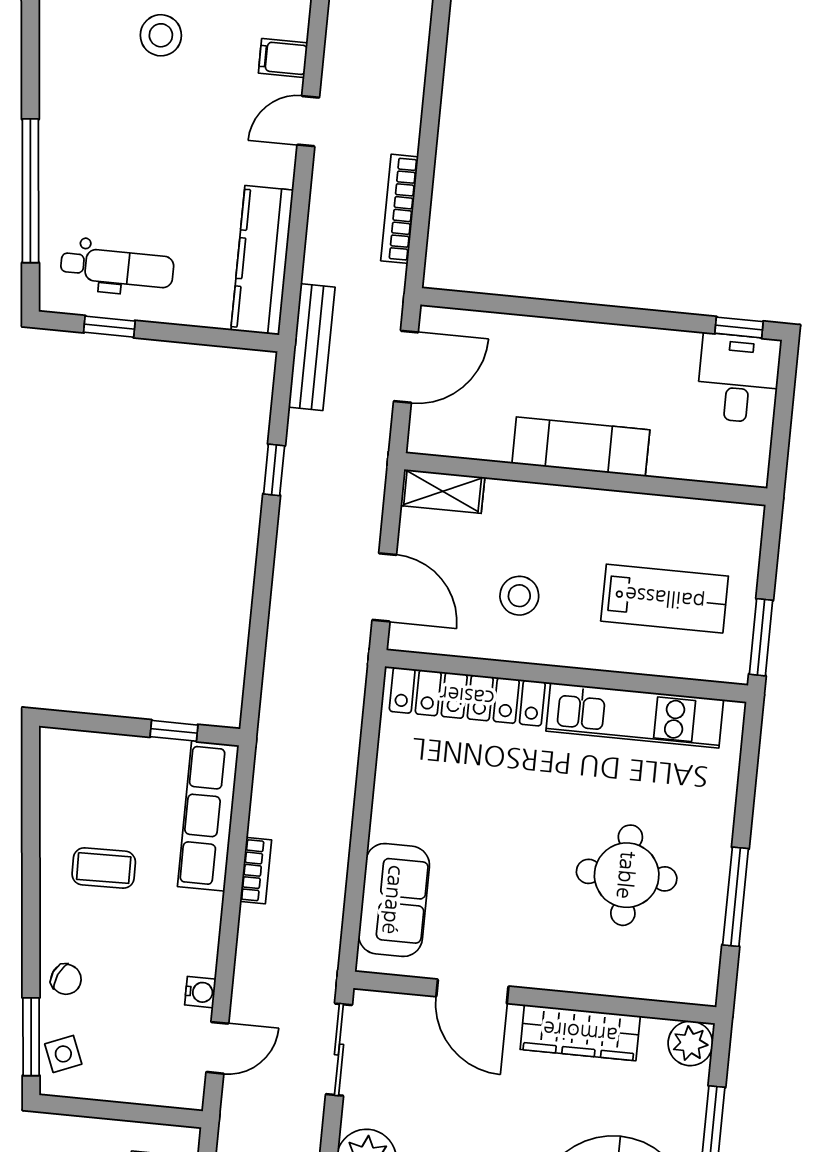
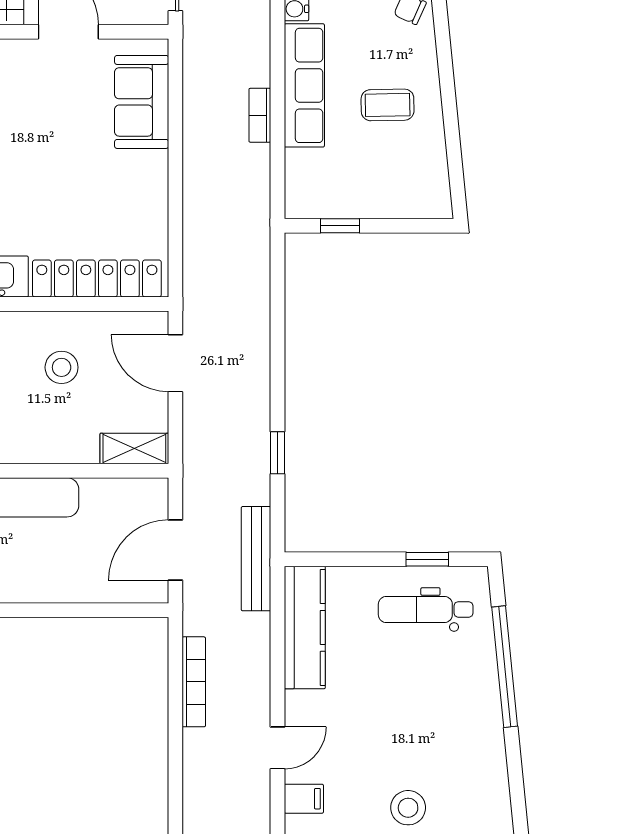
row of seats: (208, 816) -> (304, 85), moved

